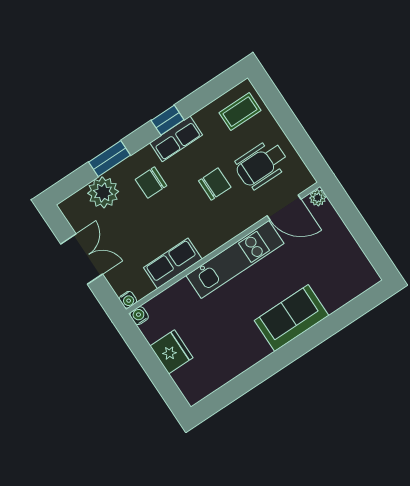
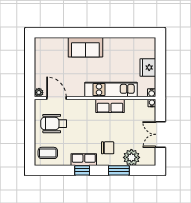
wheelchair: (261, 164) -> (54, 124), turned 180
chair: (215, 184) -> (80, 129), removed
kitchen unit: (235, 259) -> (111, 90), moved
row of seats: (173, 263) -> (110, 106), moved

